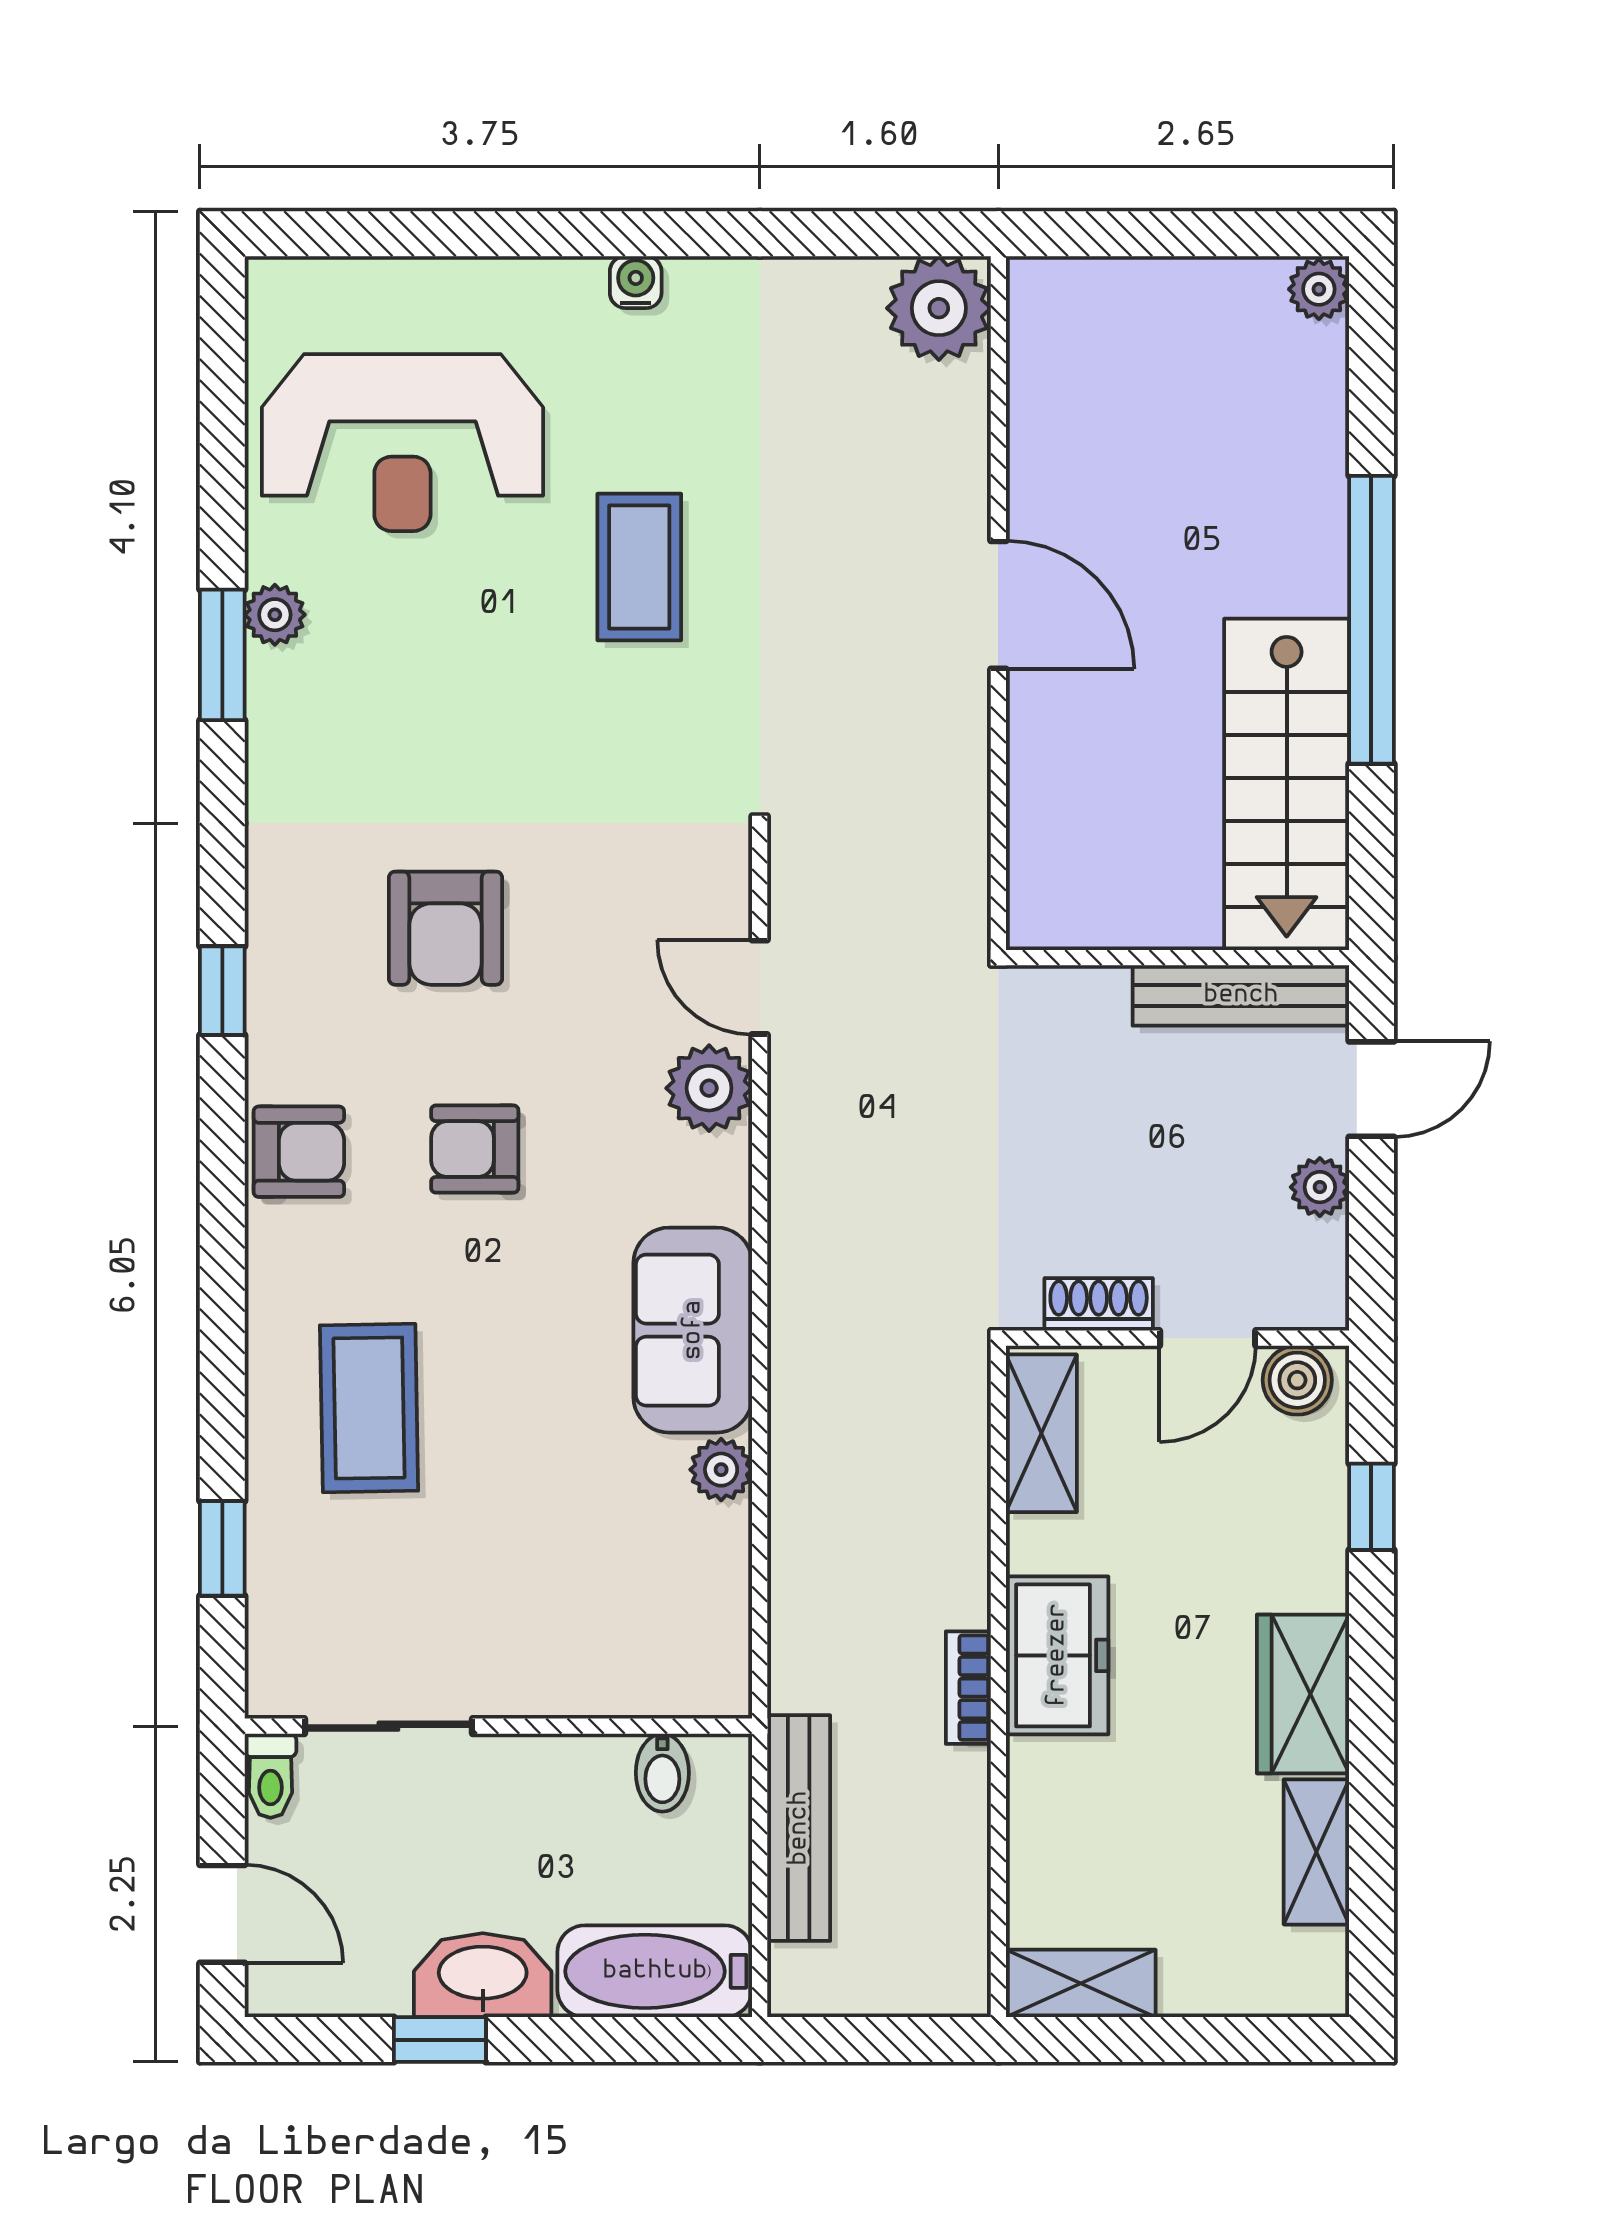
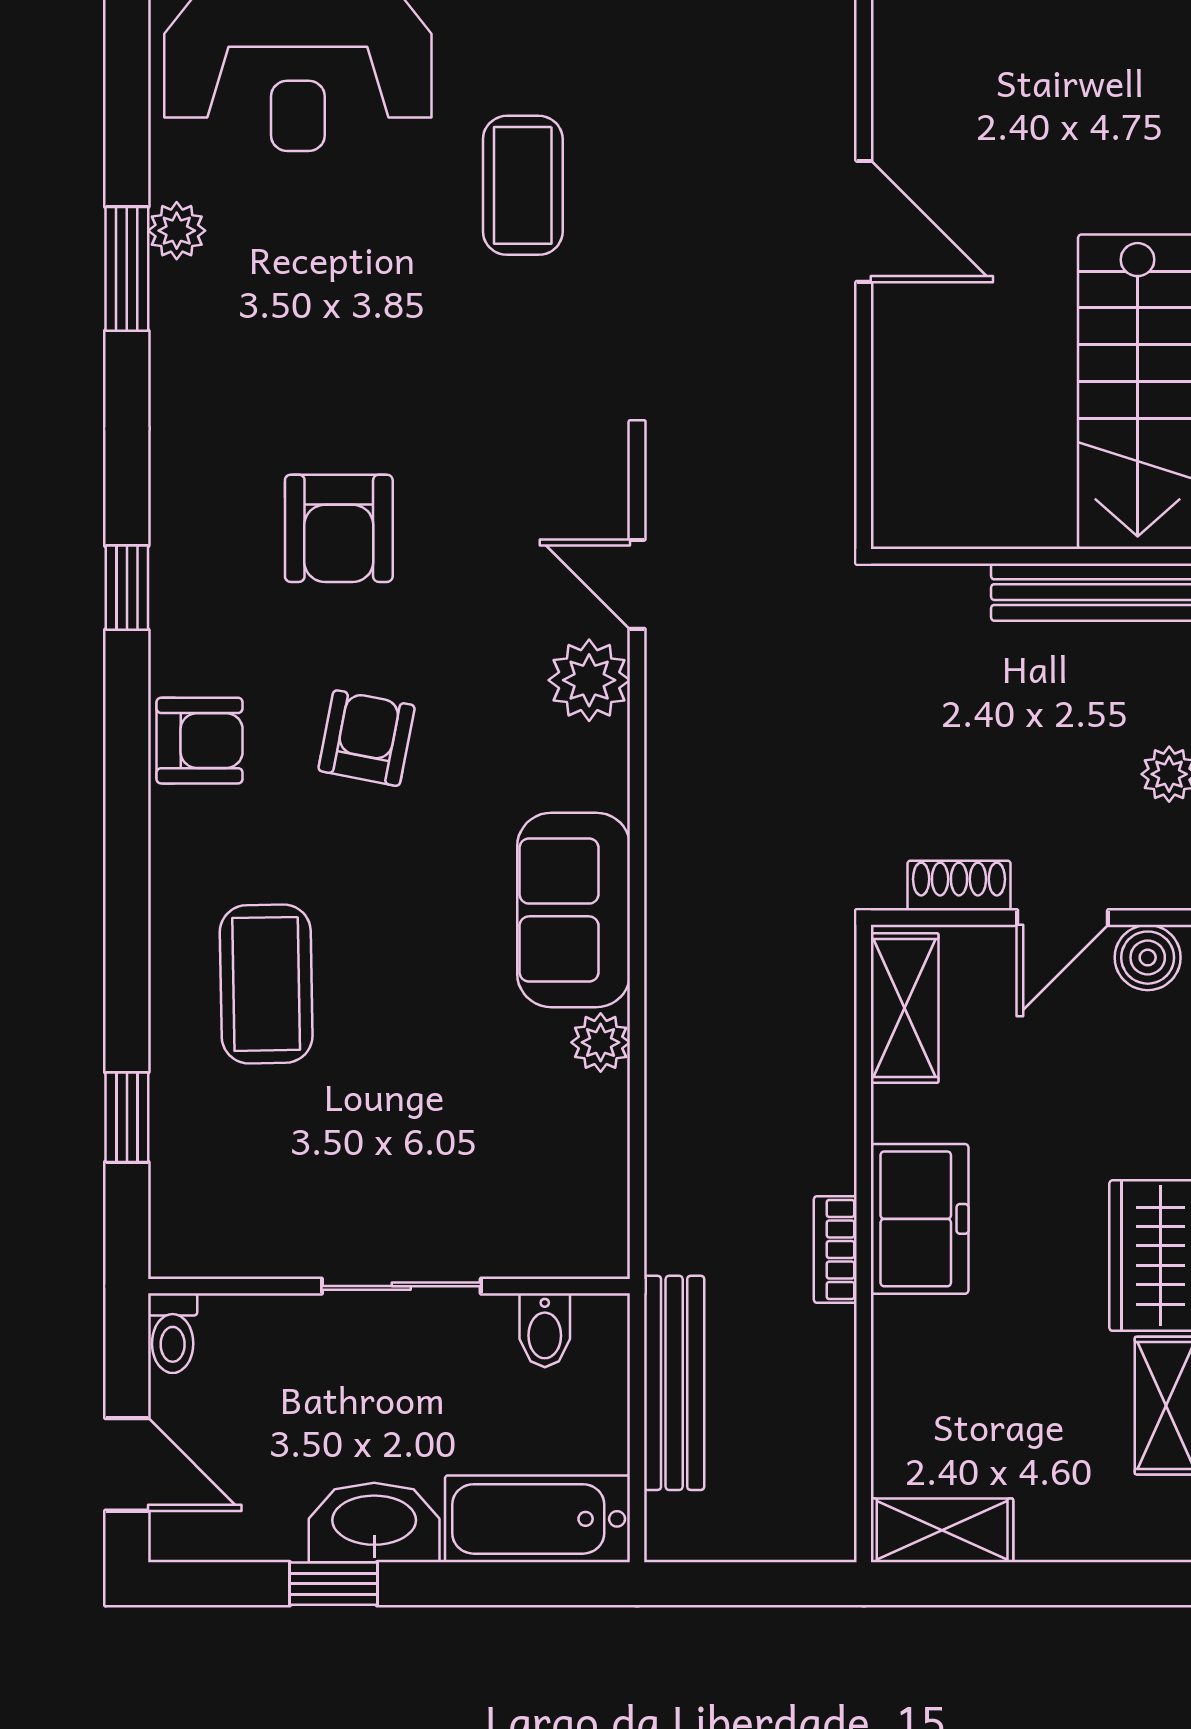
armchair: (475, 1149) -> (367, 738), turned 101
sliding door: (388, 1726) -> (401, 1286), moved

